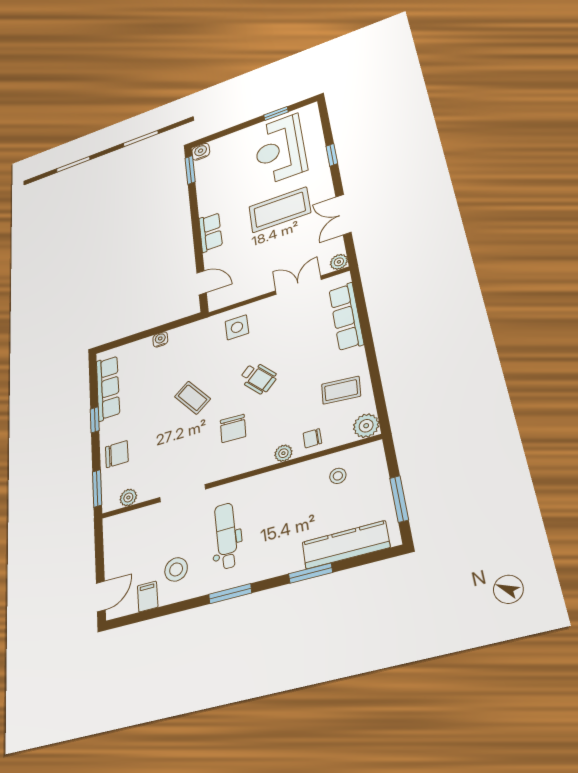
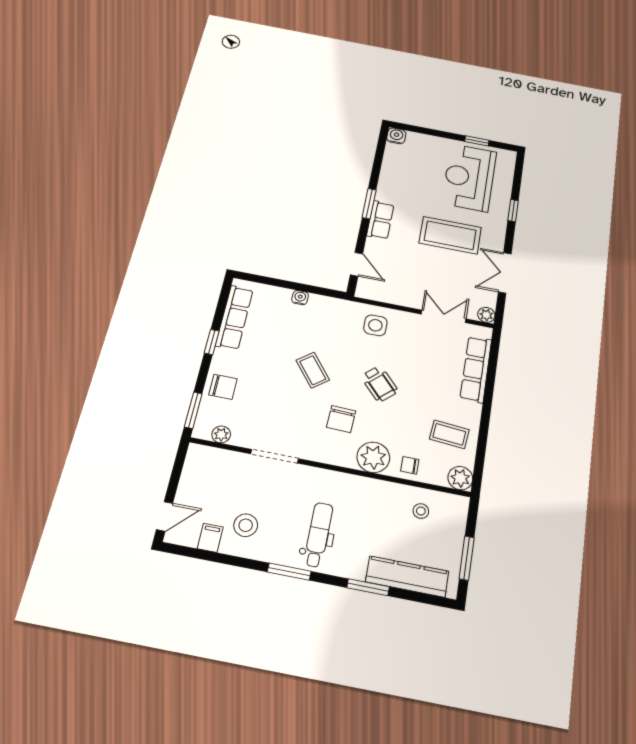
window: (190, 170) -> (369, 204), moved
plant: (283, 453) -> (373, 457), width x1.88, depth x1.88
dental chair: (226, 536) -> (318, 535), moved

